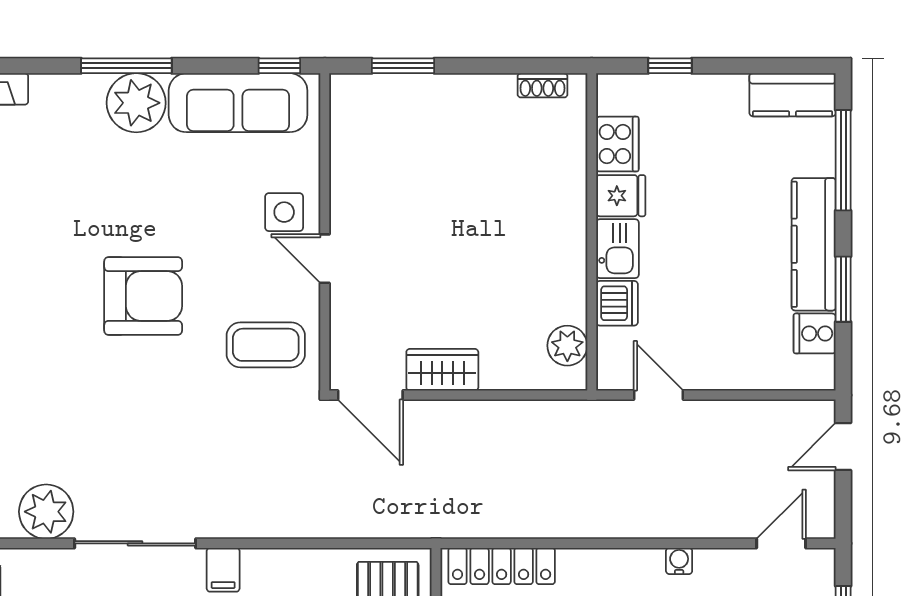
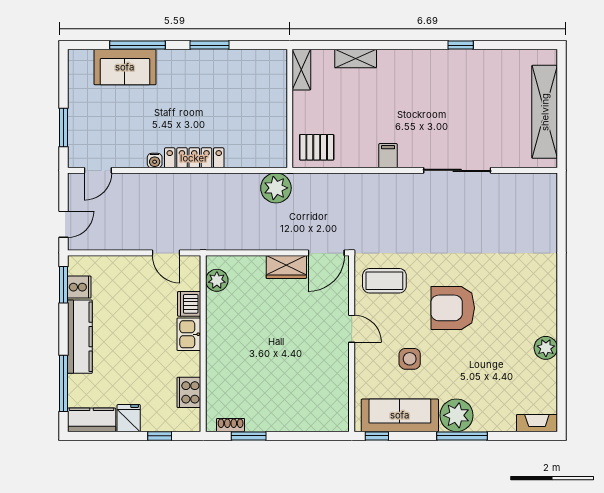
window: (403, 66) -> (249, 436), moved
fridge: (621, 196) -> (129, 418), moved, turned 90
side table: (284, 212) -> (410, 359), moved
window: (843, 289) -> (63, 285), moved
door: (370, 395) -> (326, 253), swing flipped
plant: (46, 512) -> (276, 188), moved
locker: (502, 566) -> (194, 158), moved
filing cabinet: (223, 570) -> (388, 156), moved

